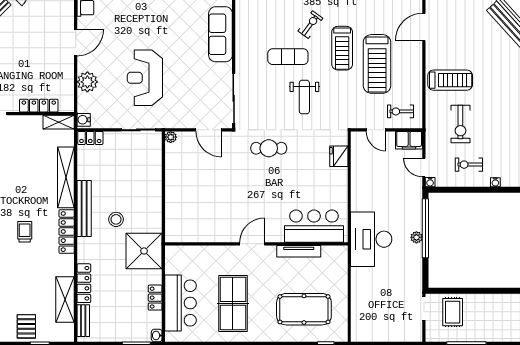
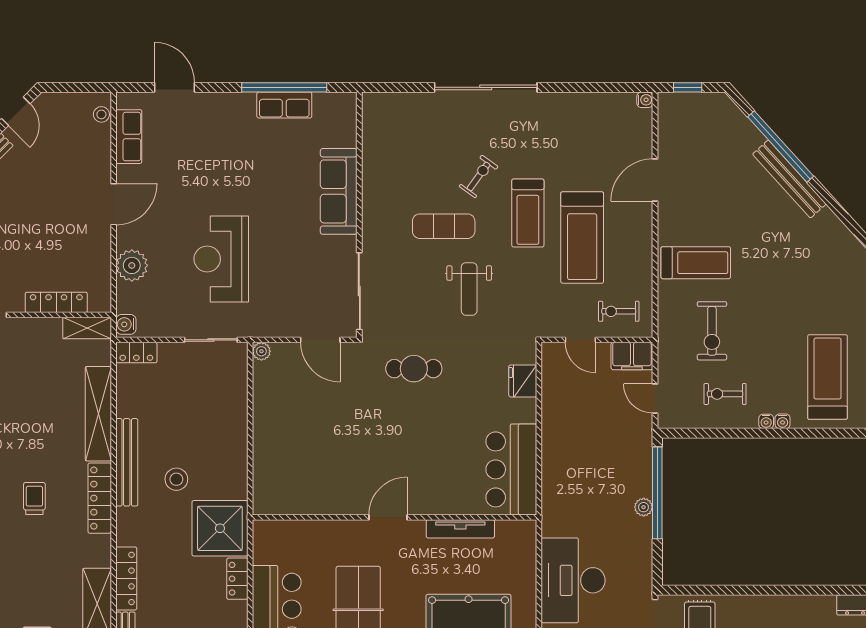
water cooler: (430, 182) -> (783, 421), moved
bar counter: (314, 226) -> (511, 469), moved, turned -90
desk: (371, 239) -> (573, 580), moved
locker: (155, 298) -> (237, 579), moved

